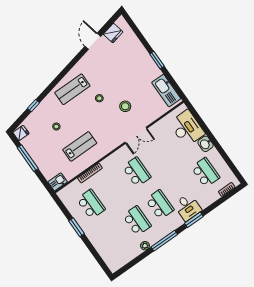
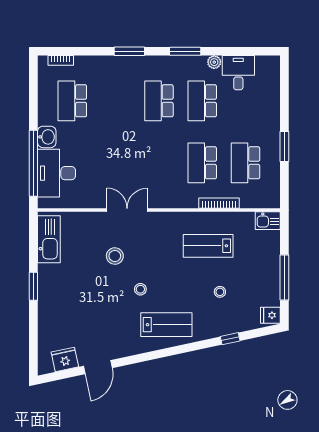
window: (203, 125) -> (33, 163), added
school desk: (137, 172) -> (202, 163), moved
desk: (188, 207) -> (238, 73), moved
window: (164, 241) -> (185, 51), width x0.69

